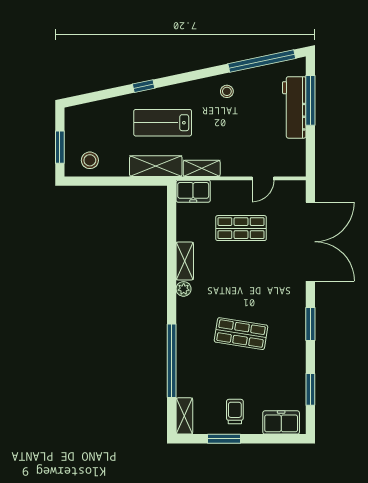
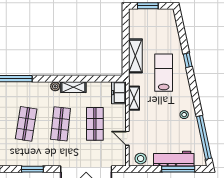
stool: (90, 160) -> (141, 159), moved
shelving: (156, 166) -> (135, 56), moved
shop shelf: (241, 281) -> (60, 124), added

